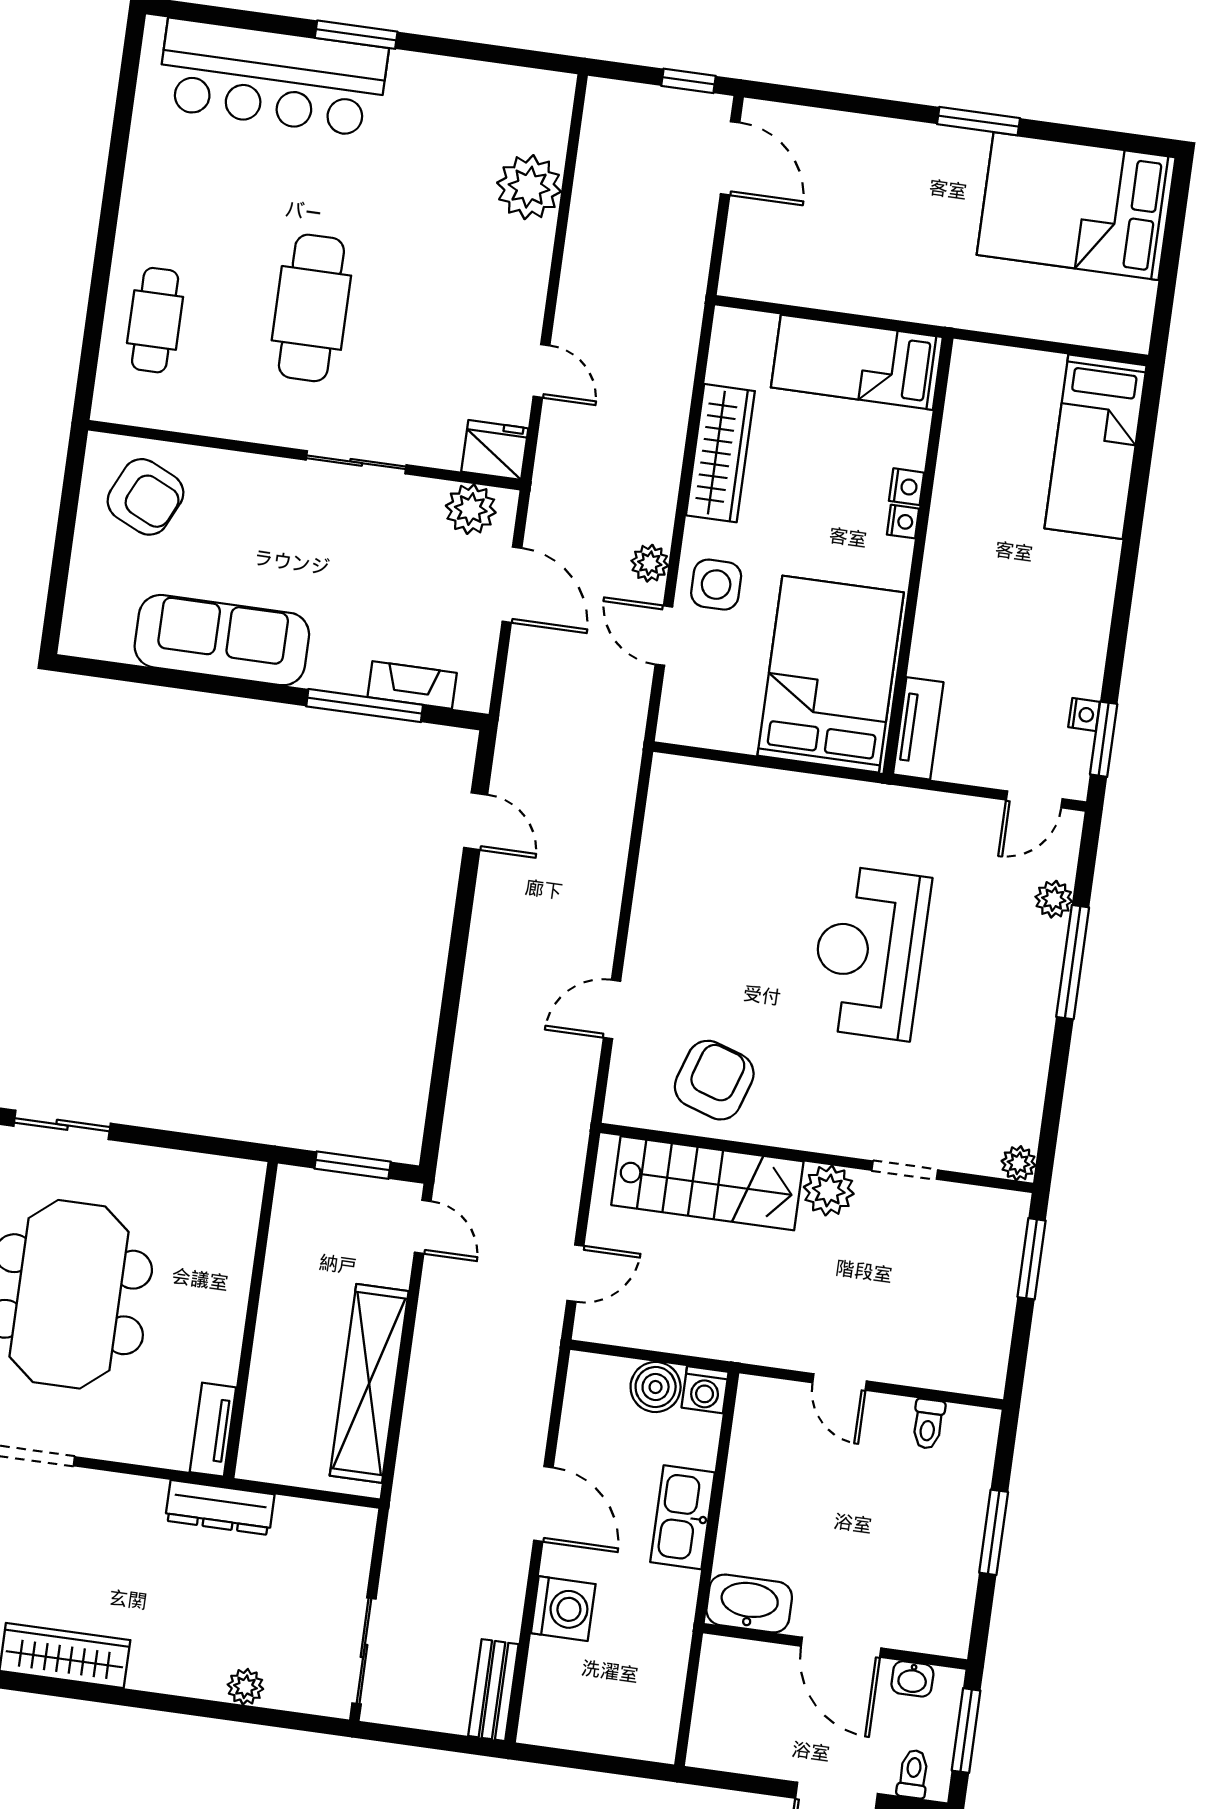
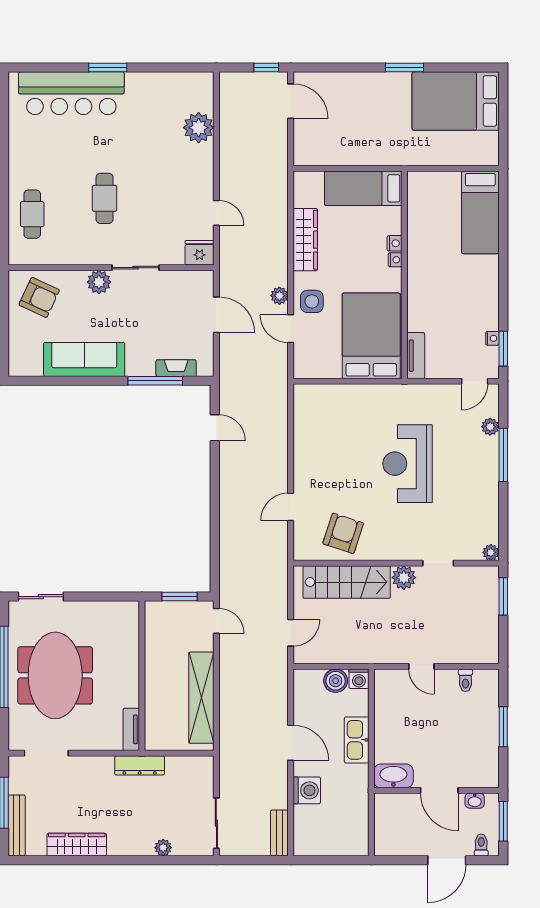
cafe table: (311, 308) -> (105, 198), width x0.73, depth x0.74
plant: (471, 509) -> (99, 282), moved

